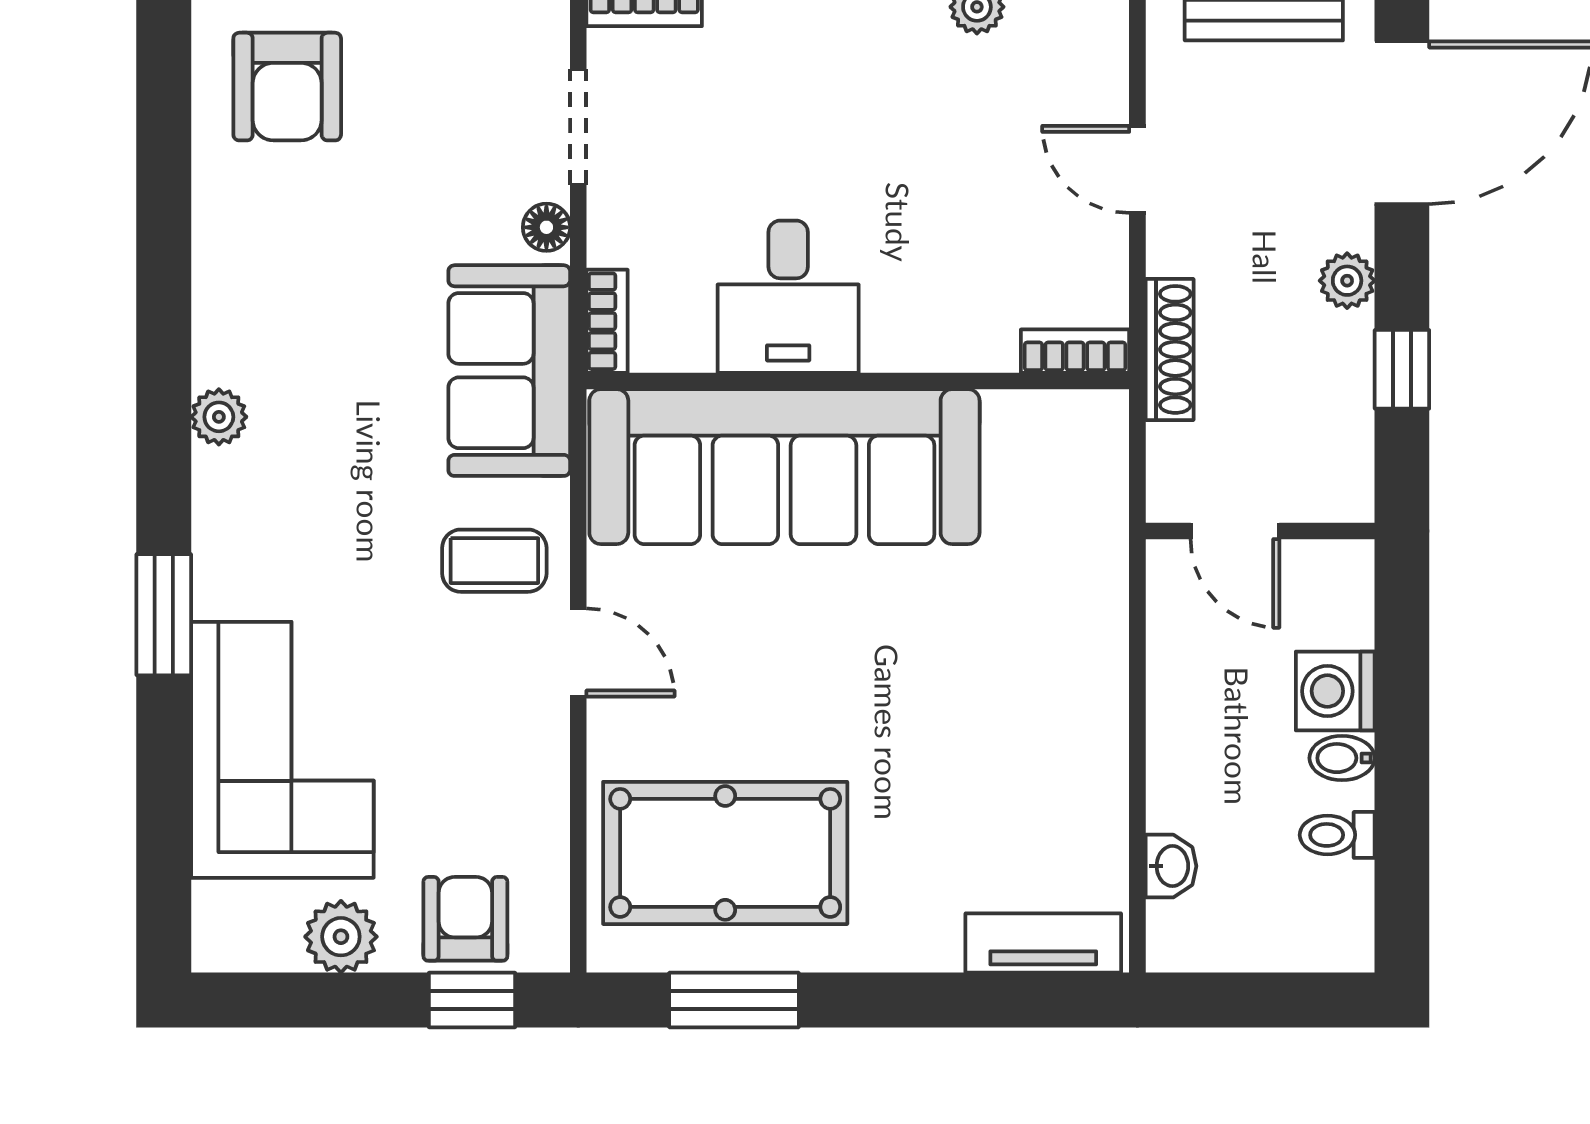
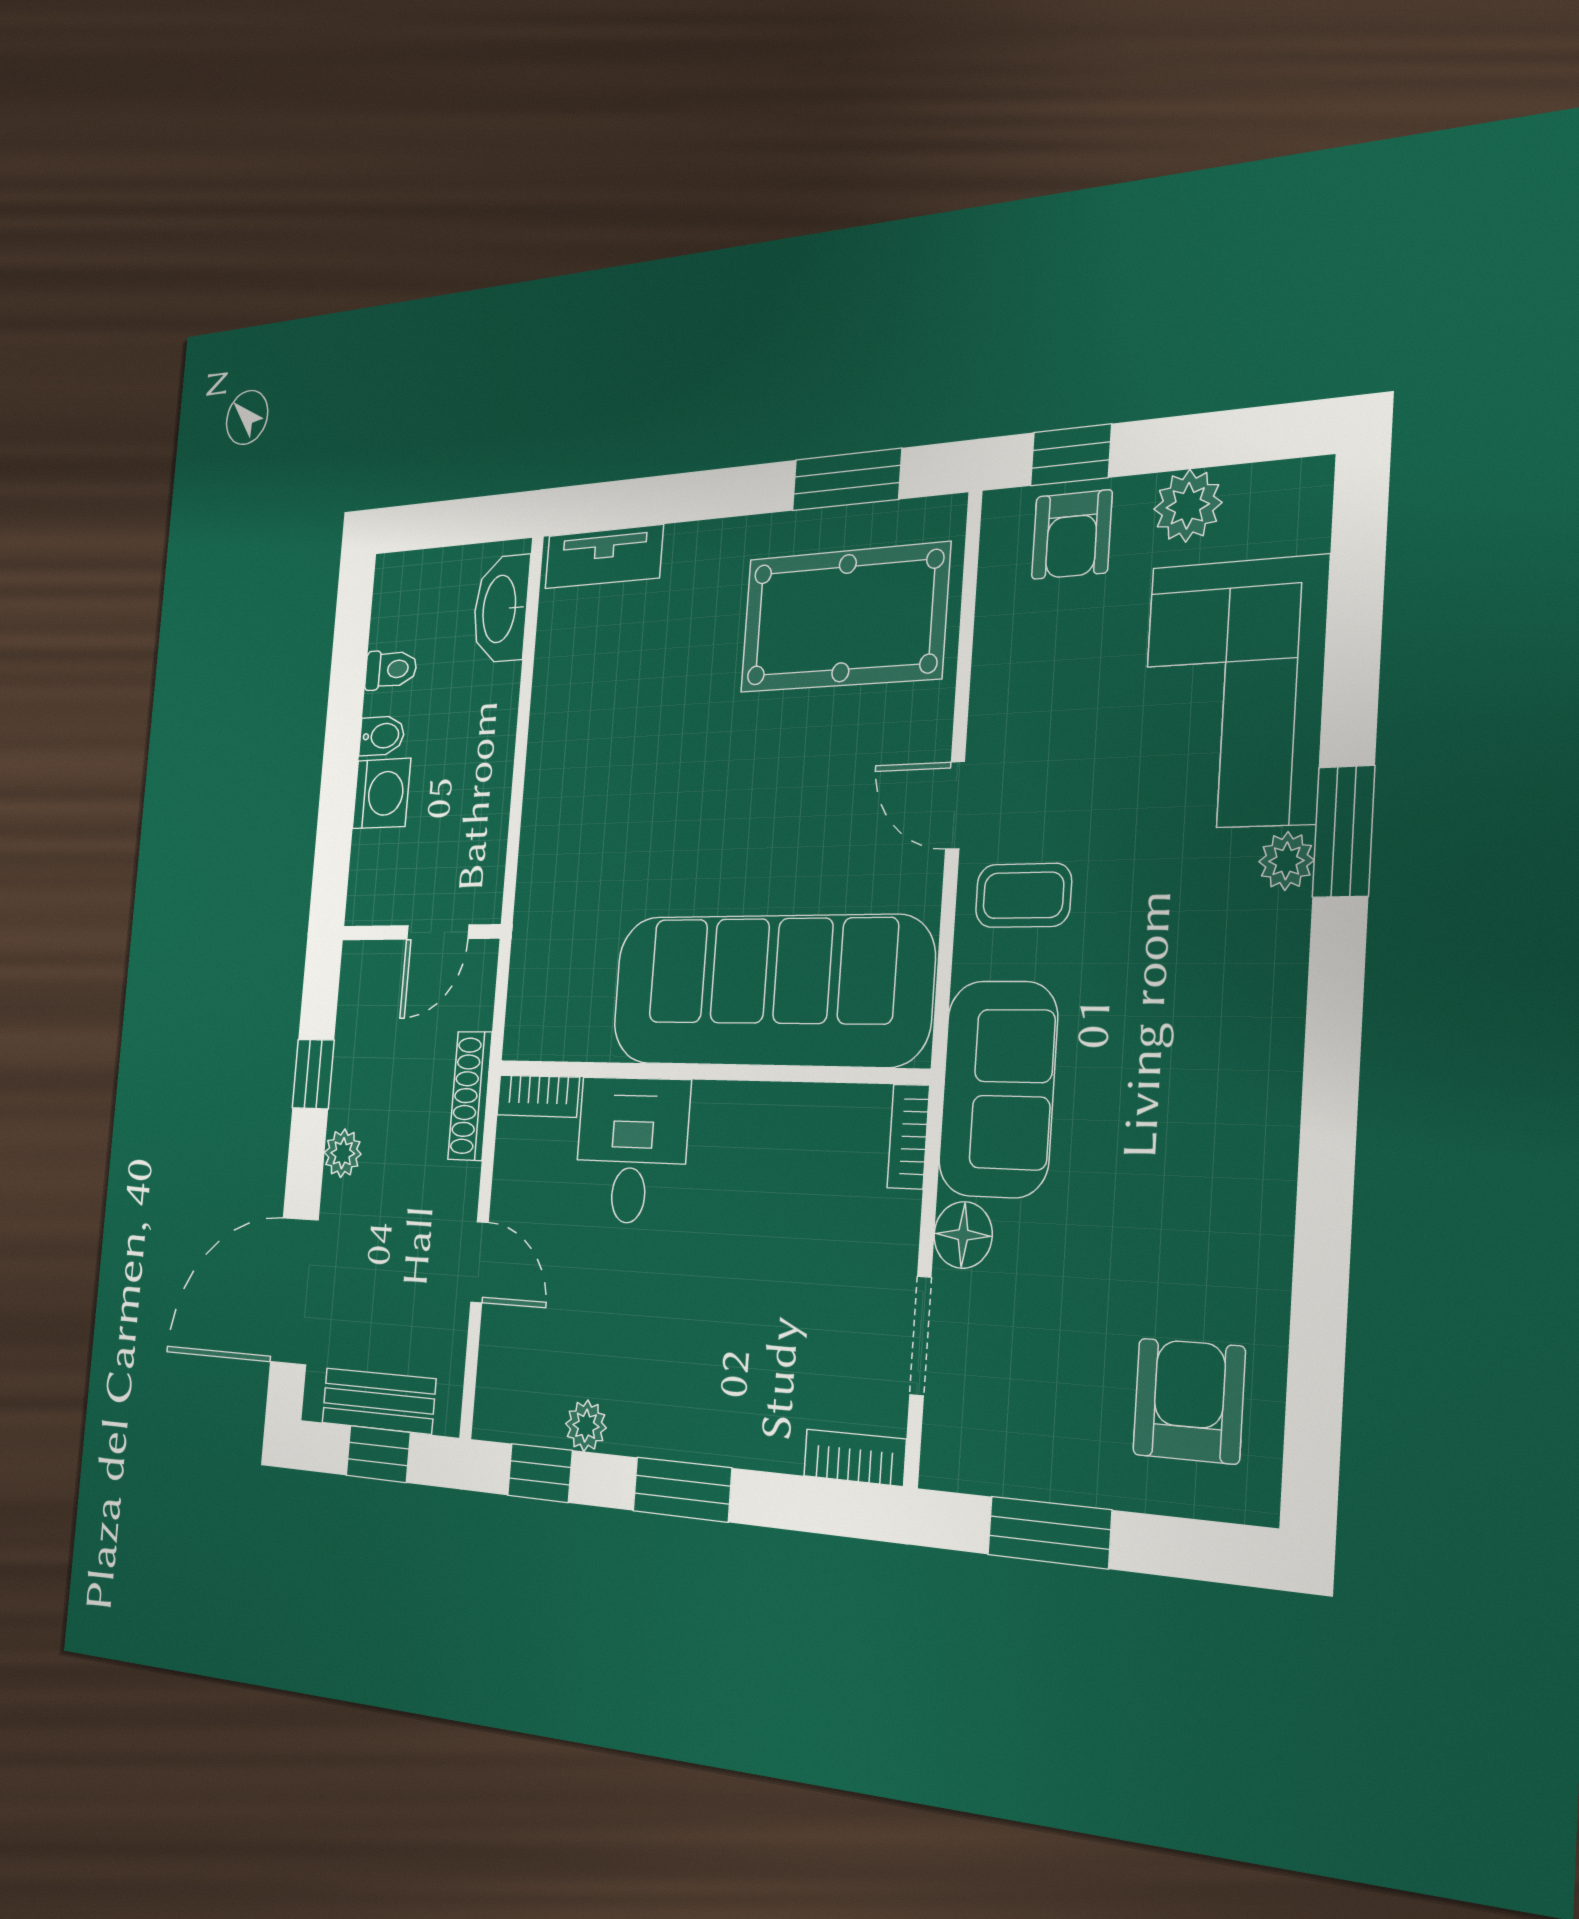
floor lamp: (546, 227) -> (963, 1235), width x1.37, depth x1.37
desk: (788, 297) -> (632, 1150), moved
plant: (219, 417) -> (1286, 861), moved
door: (1235, 531) -> (438, 932), swing flipped
washbasin: (1171, 866) -> (501, 609), width x1.91, depth x1.45

